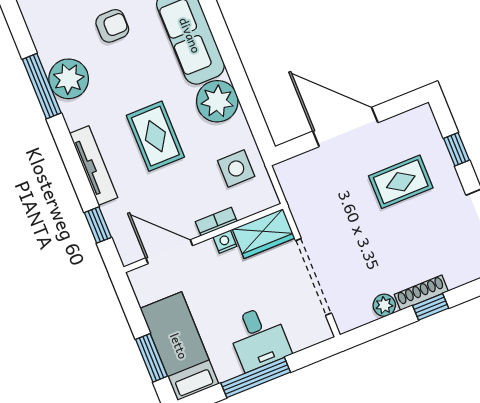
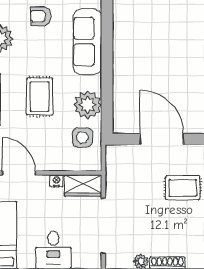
armchair: (112, 26) -> (41, 16), turned 180
plant: (217, 101) -> (88, 105), moved
bookcase: (216, 222) -> (56, 166), removed

